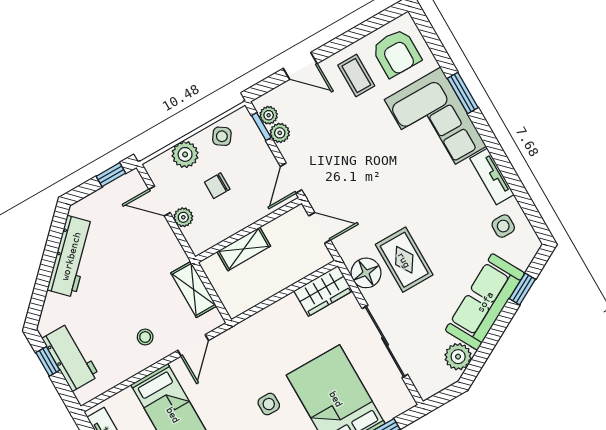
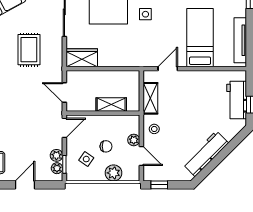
door: (300, 66) -> (25, 185), hinge flipped
side table: (222, 136) -> (86, 159), moved
floor lamp: (366, 273) -> (53, 54), removed
stool: (145, 337) -> (154, 129), moved

